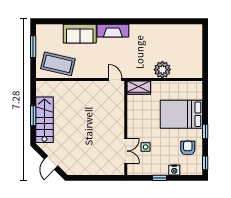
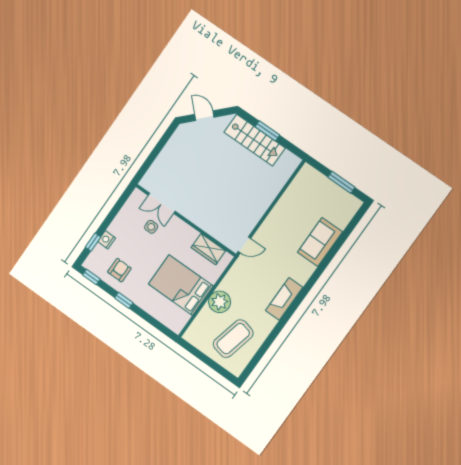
fireplace: (113, 31) -> (284, 299), moved
coffee table: (58, 64) -> (233, 339), moved
wardrobe: (139, 88) -> (208, 249), moved, turned -90
bed: (181, 114) -> (181, 285), moved, turned -90
armchair: (188, 148) -> (119, 270), turned -90
window: (160, 178) -> (93, 242), moved

